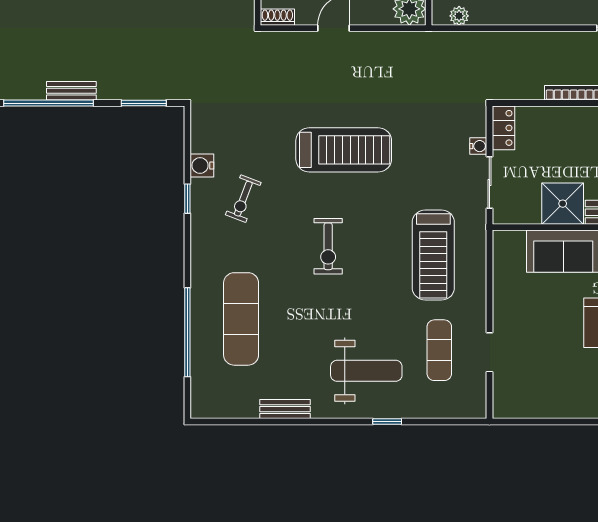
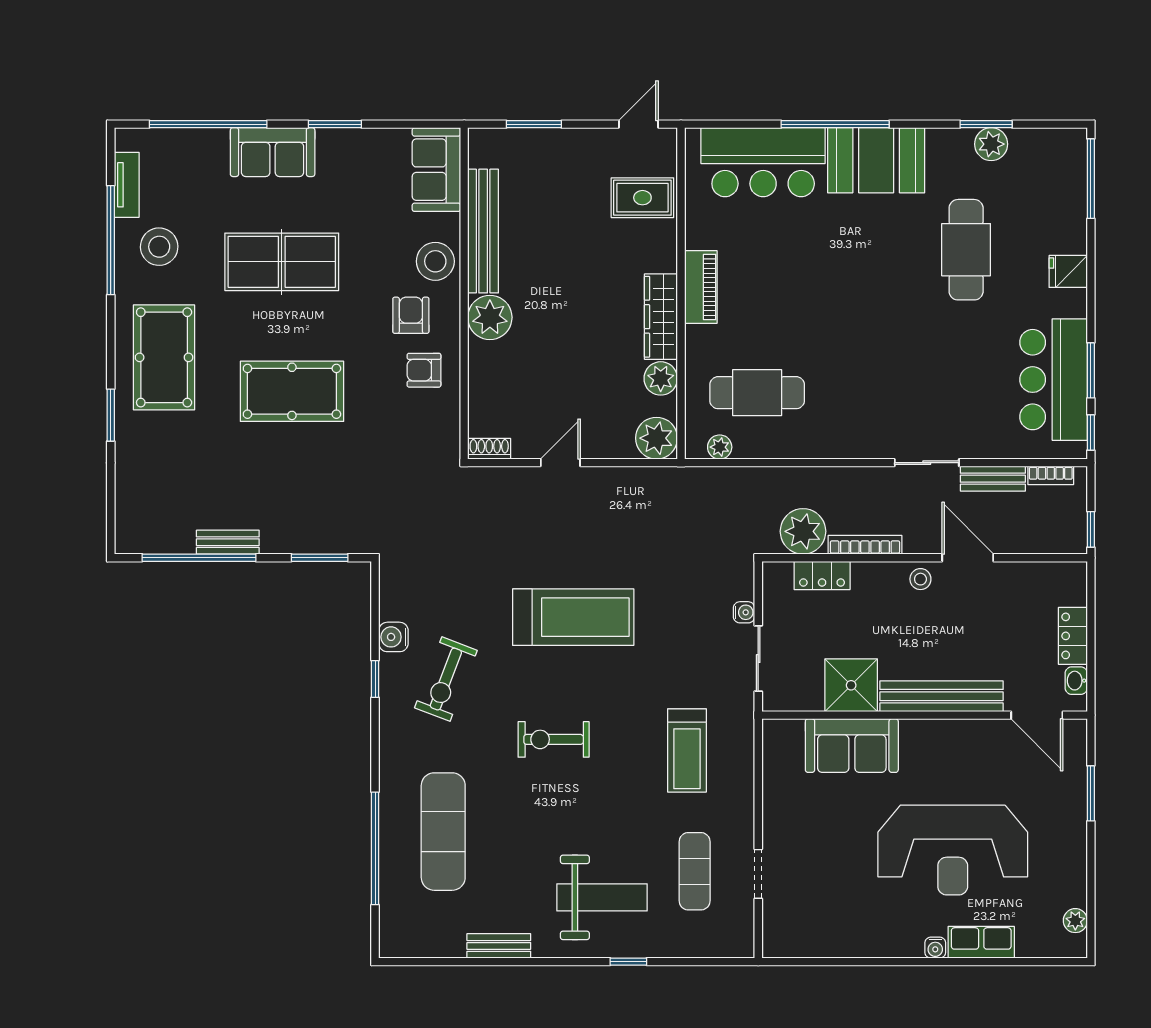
plant: (525, 82) -> (803, 531), added
locker: (503, 128) -> (822, 575), moved, turned 90
exercise bike: (243, 199) -> (446, 679), width x1.38, depth x1.39
exercise bike: (328, 246) -> (554, 739), turned 90
treadmill: (433, 255) -> (687, 750), width x0.73, depth x0.73

